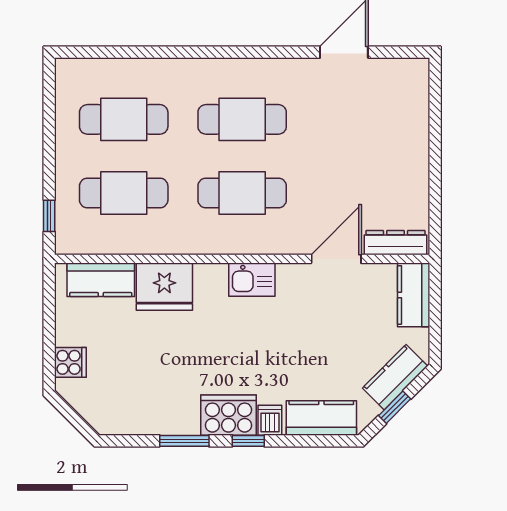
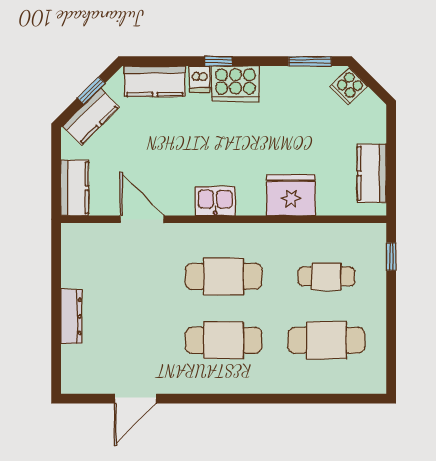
cafe table: (124, 193) -> (326, 276), width x0.73, depth x0.74
dresser: (395, 243) -> (71, 316), moved, turned -90
door: (336, 259) -> (142, 219), swing flipped
kitchen counter: (101, 280) -> (372, 173), moved, turned -90
cooker: (70, 362) -> (349, 86), moved, turned -45
window: (184, 441) -> (310, 61), moved

